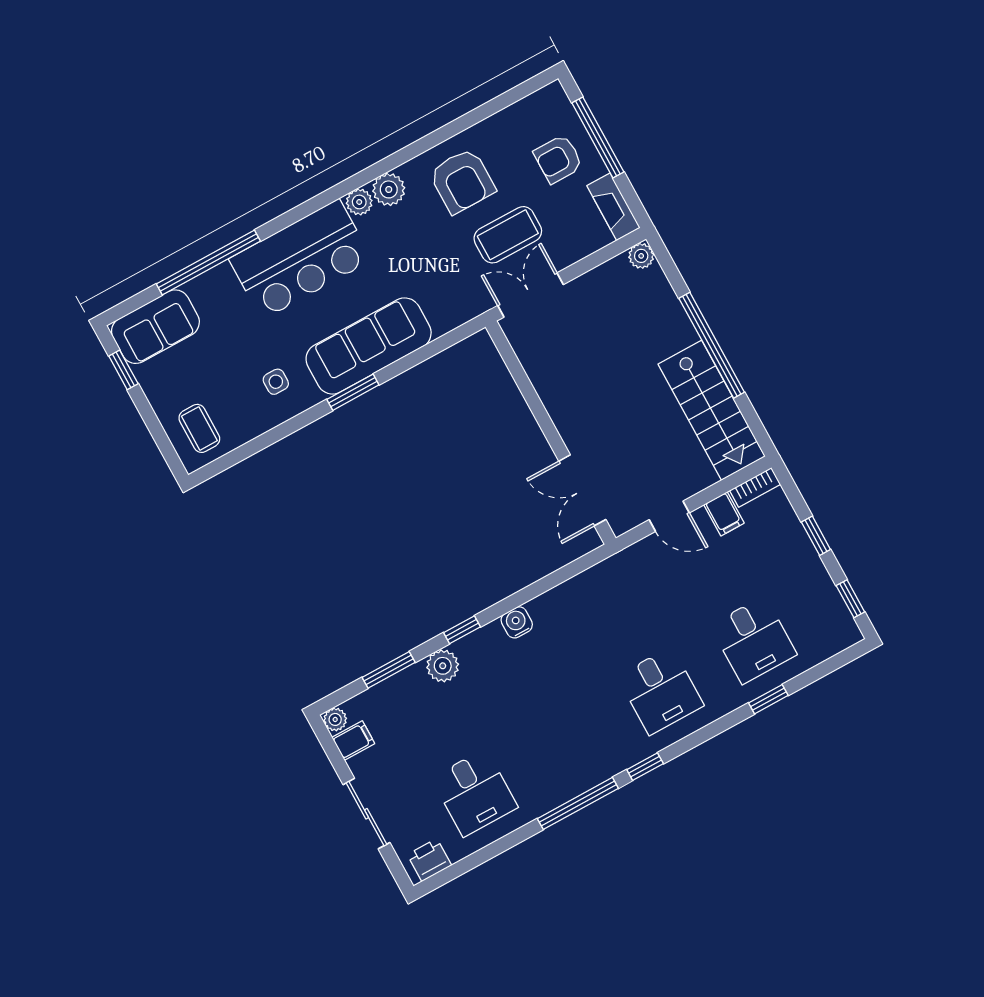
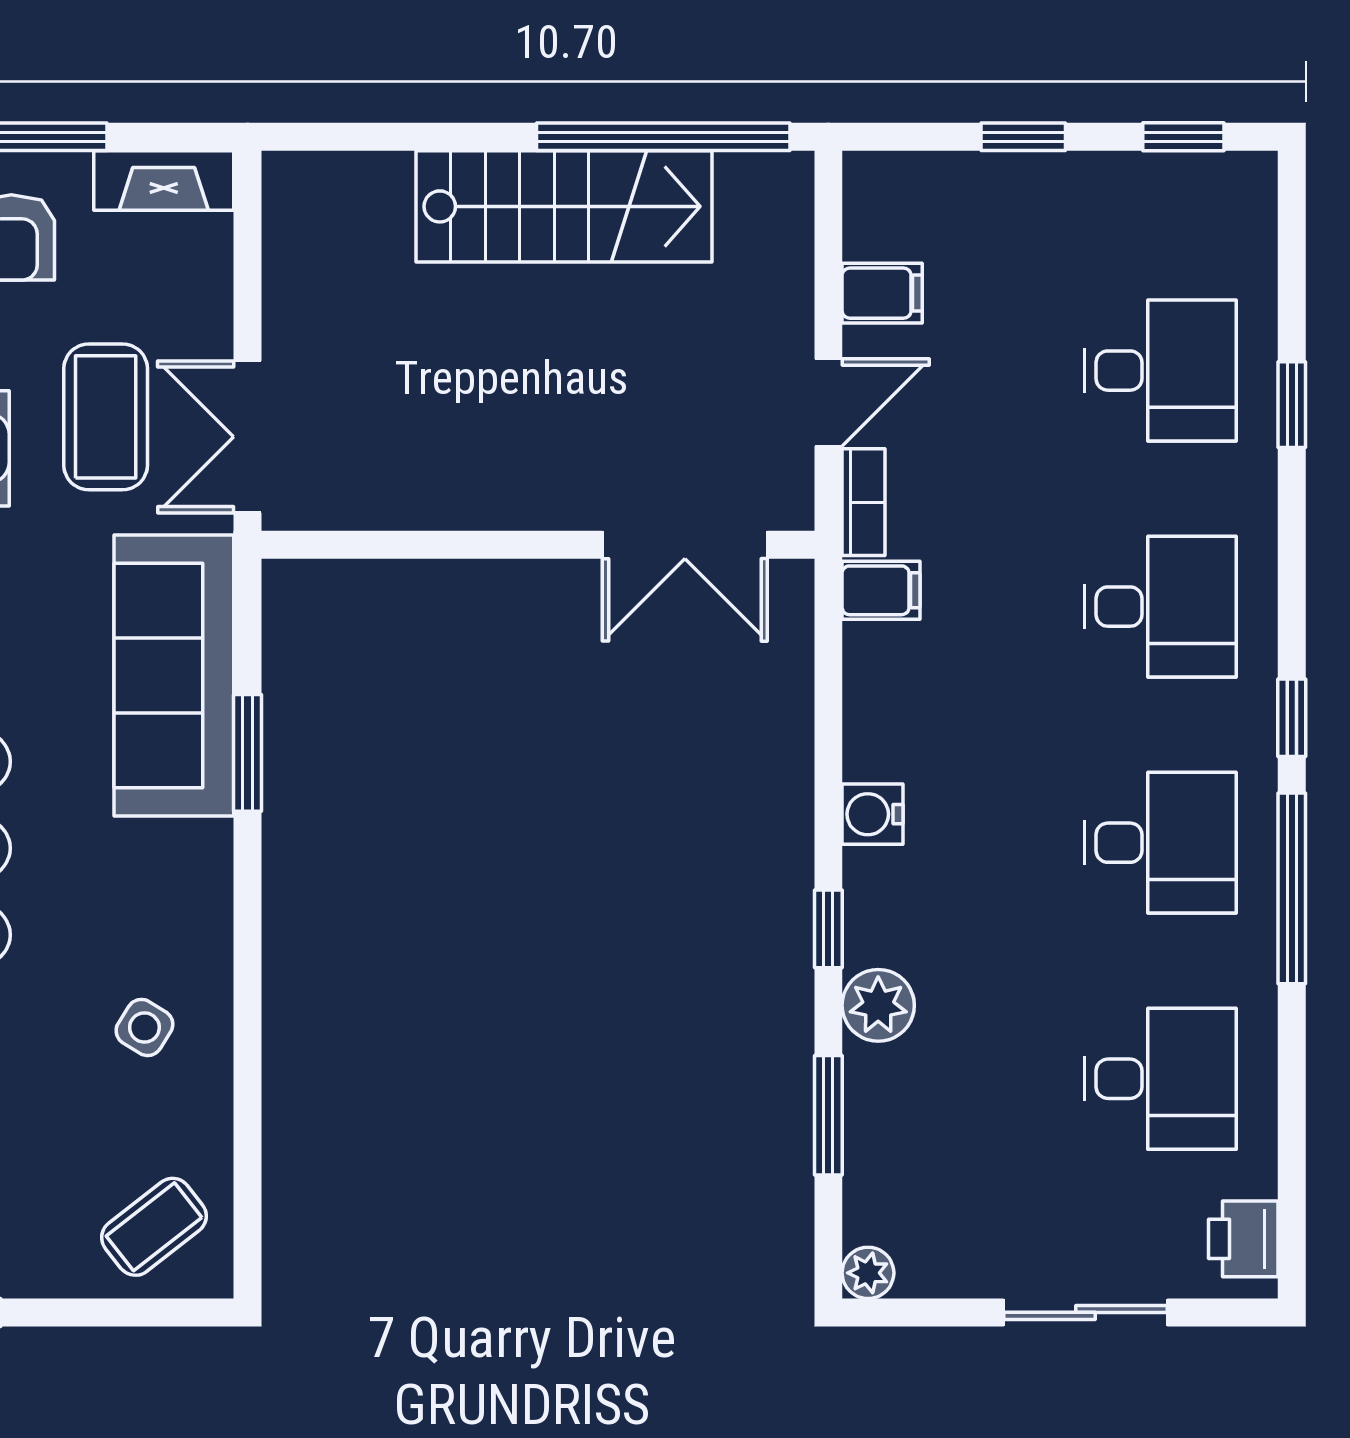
plant: (641, 256) -> (290, 179), removed
window: (712, 345) -> (663, 137), moved
sofa: (369, 346) -> (174, 676), moved
side table: (276, 382) -> (144, 1027), turned 32
window: (353, 392) -> (247, 753), moved
stairs: (712, 410) -> (564, 206), moved
coffee table: (199, 428) -> (154, 1227), turned -38
bookcase: (755, 487) -> (864, 502), moved
filing cabinet: (353, 740) -> (881, 590), moved, turned 90
desk: (567, 742) -> (1160, 843), added

